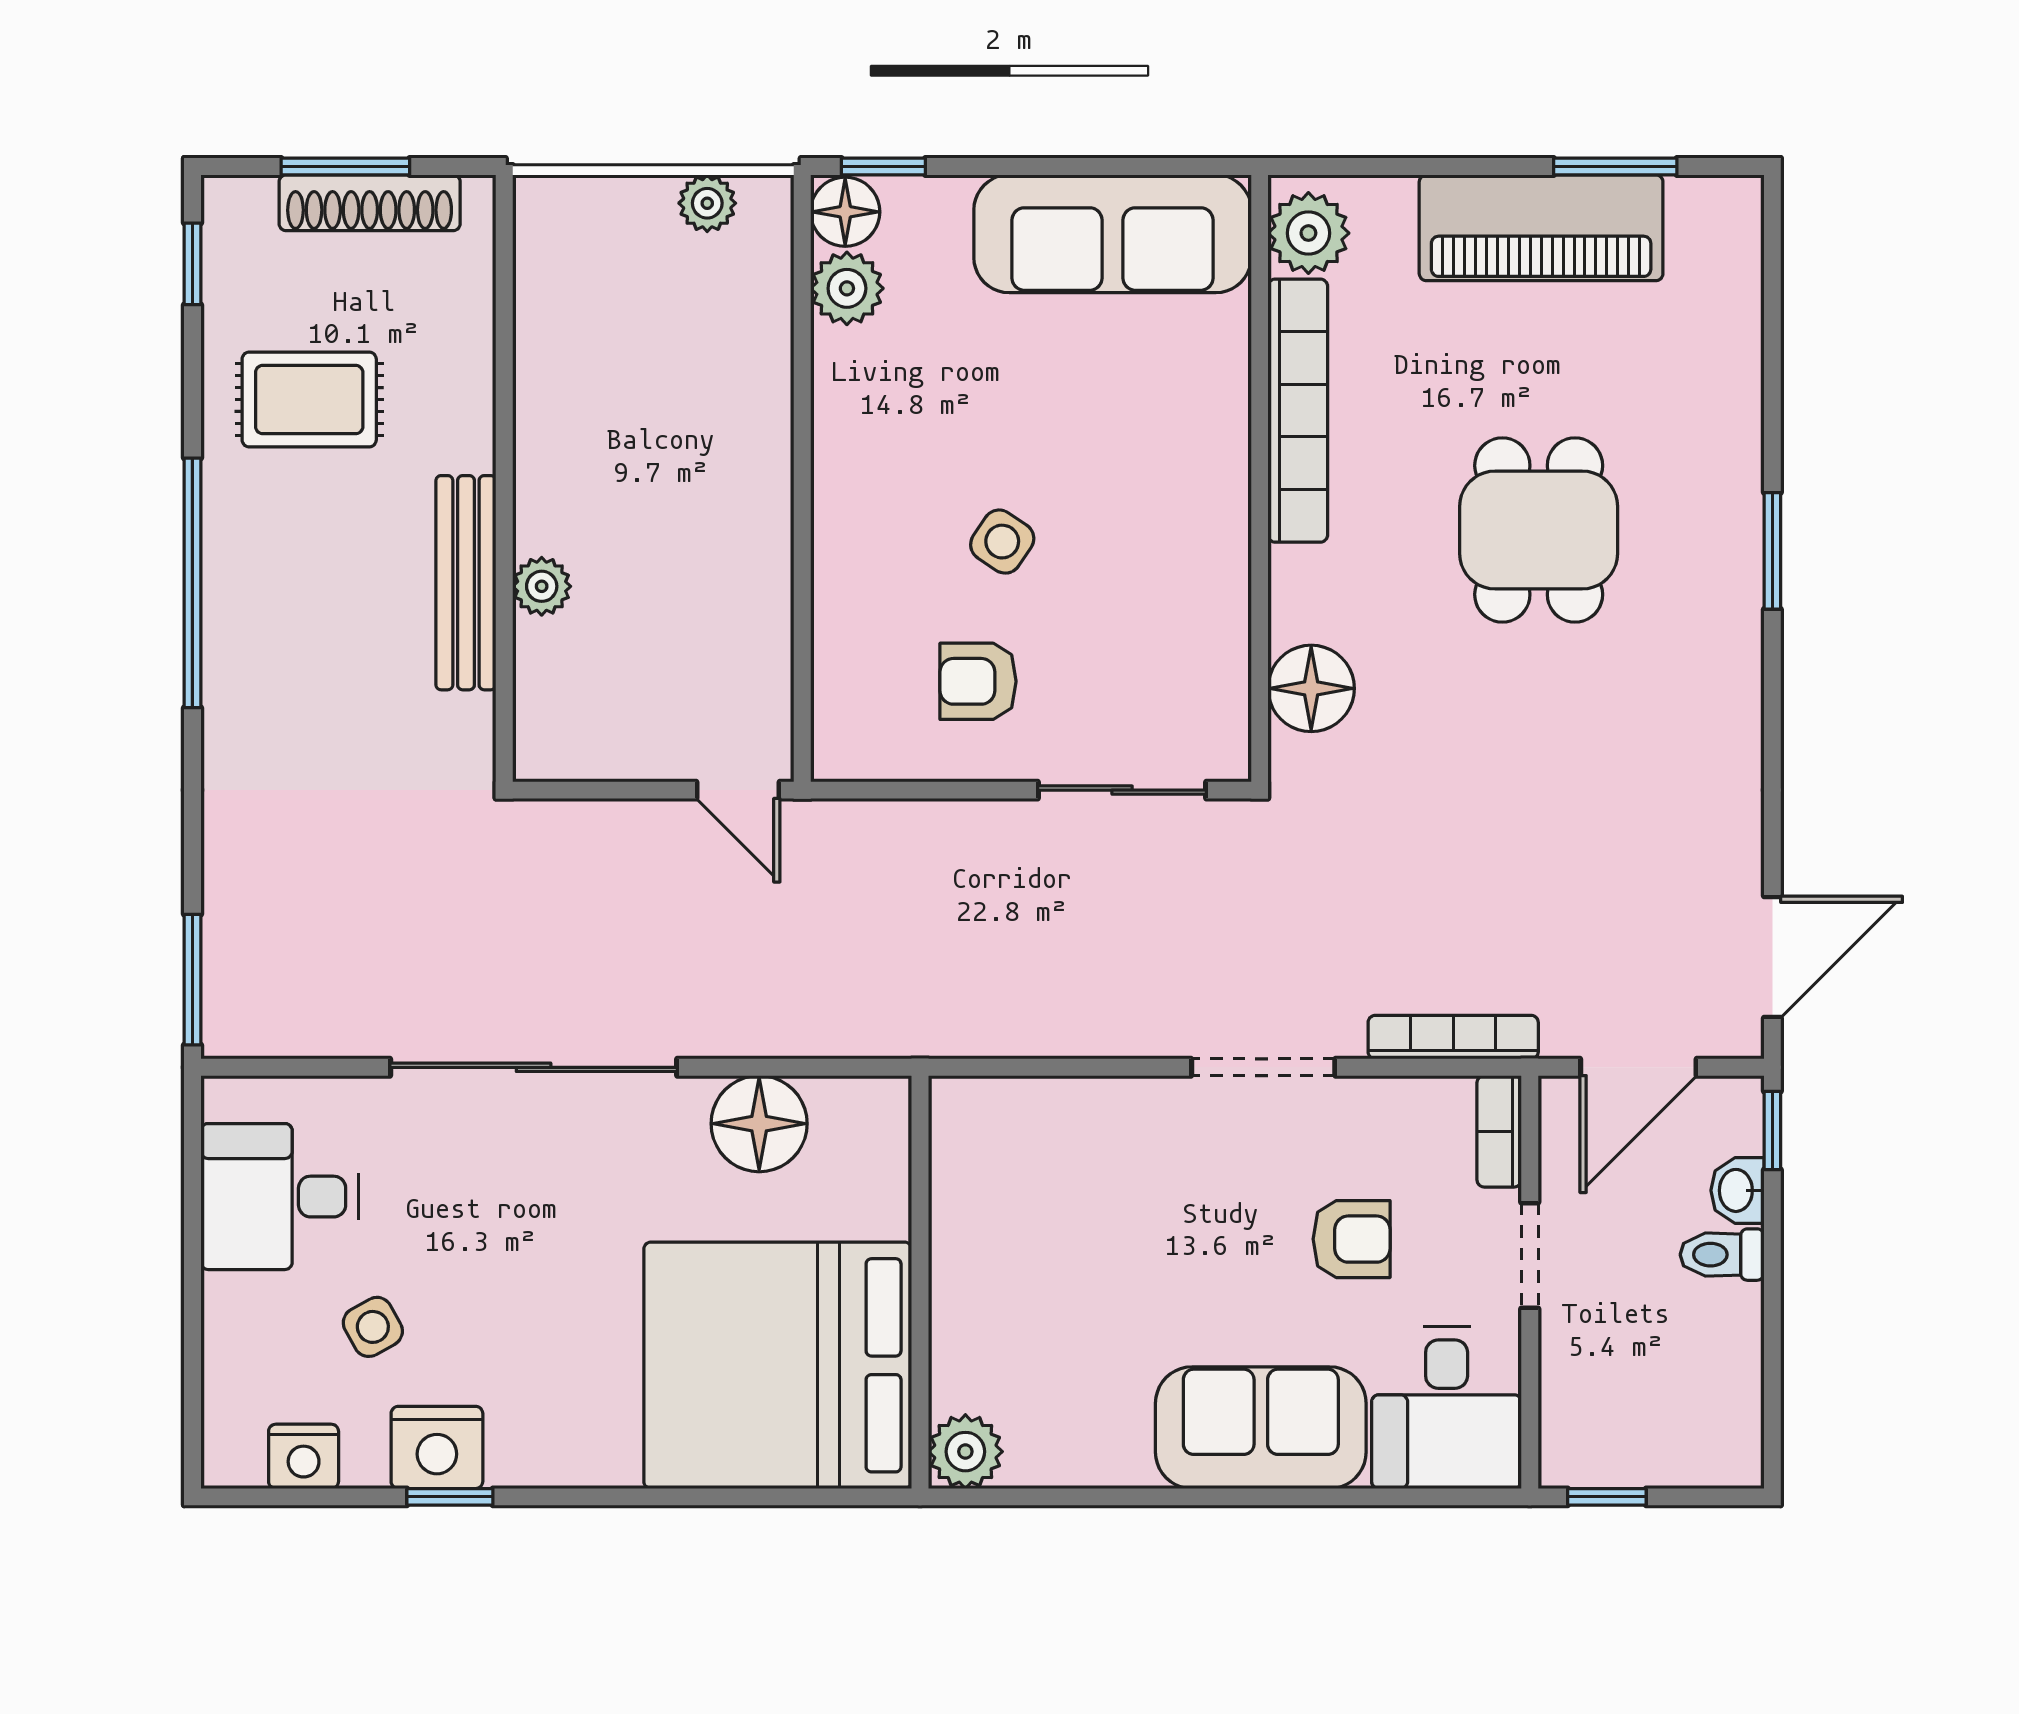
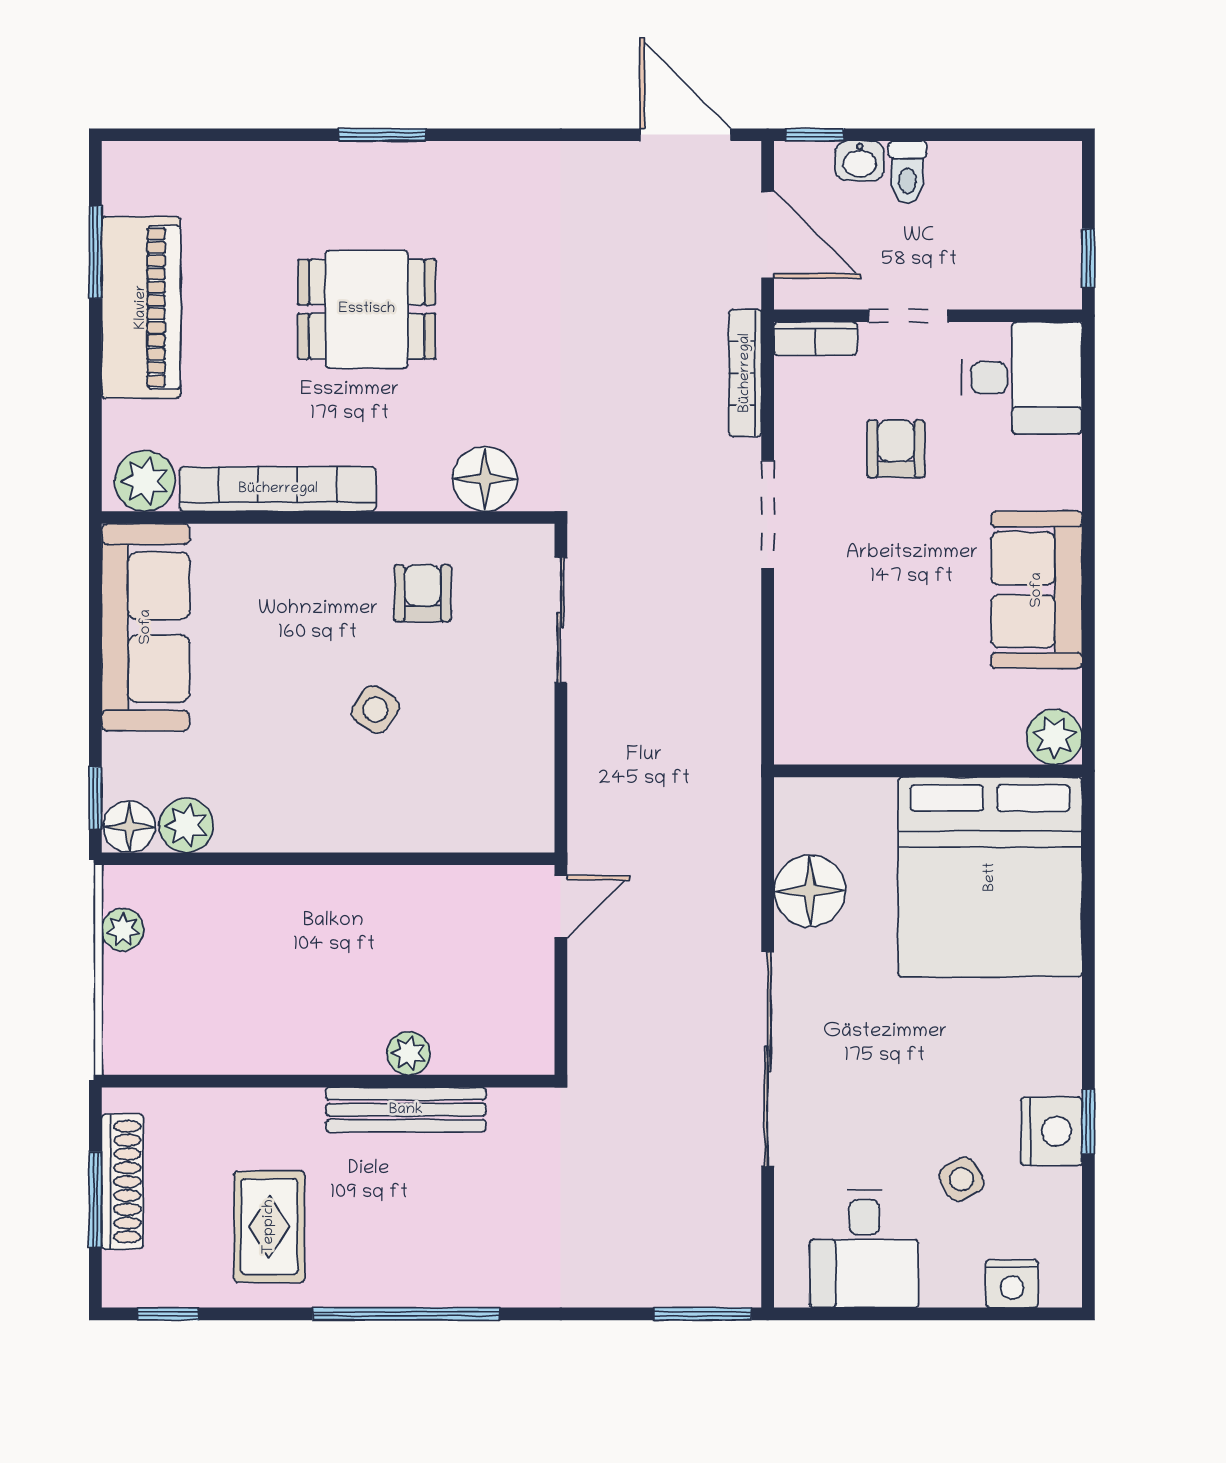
armchair: (978, 681) -> (423, 593), moved, turned 180
sofa: (1261, 1428) -> (1037, 590), moved
nightstand: (304, 1456) -> (1012, 1284), moved, turned 90

